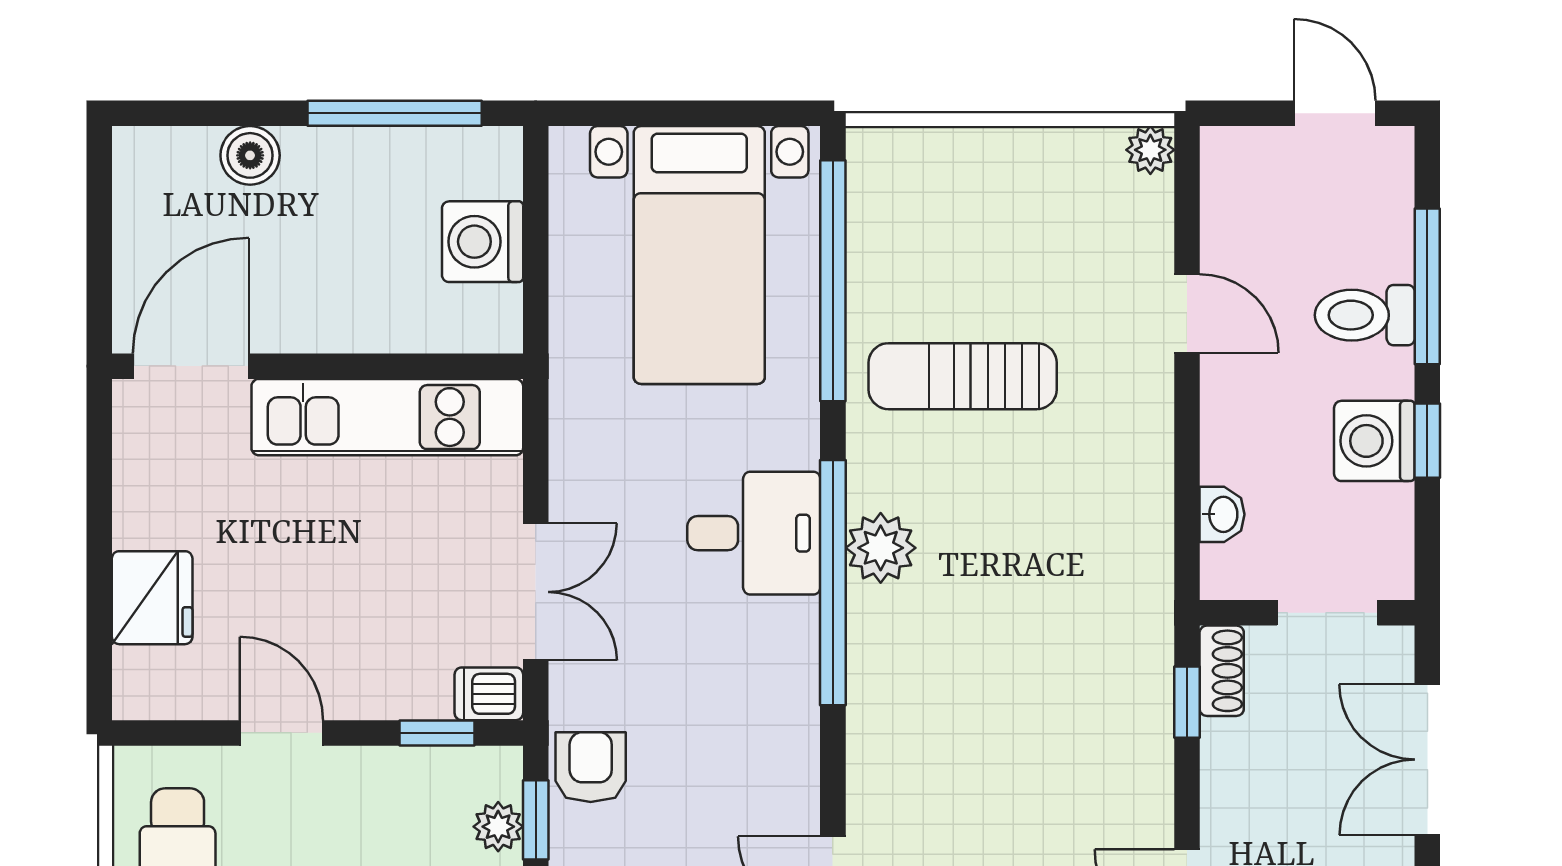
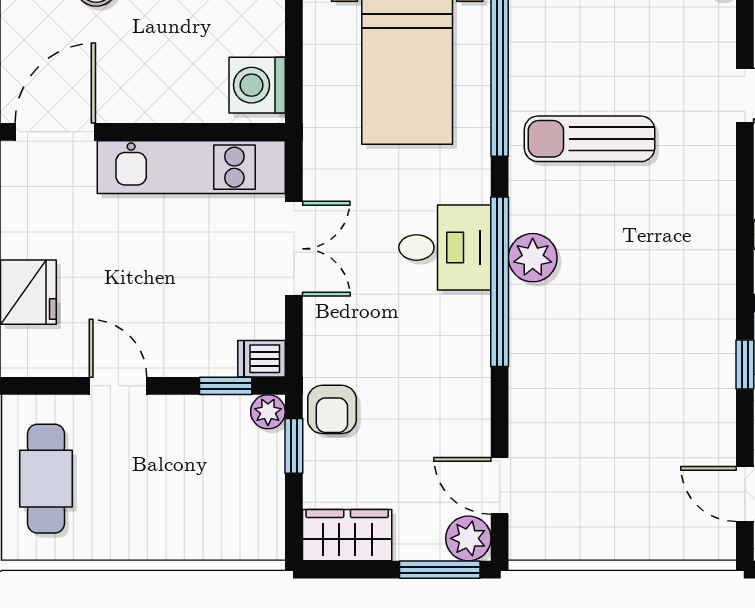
washing machine: (483, 242) -> (257, 85), moved
double door: (536, 592) -> (294, 249), moved
armchair: (591, 767) -> (332, 409), turned 180
plant: (498, 827) -> (268, 412), moved

